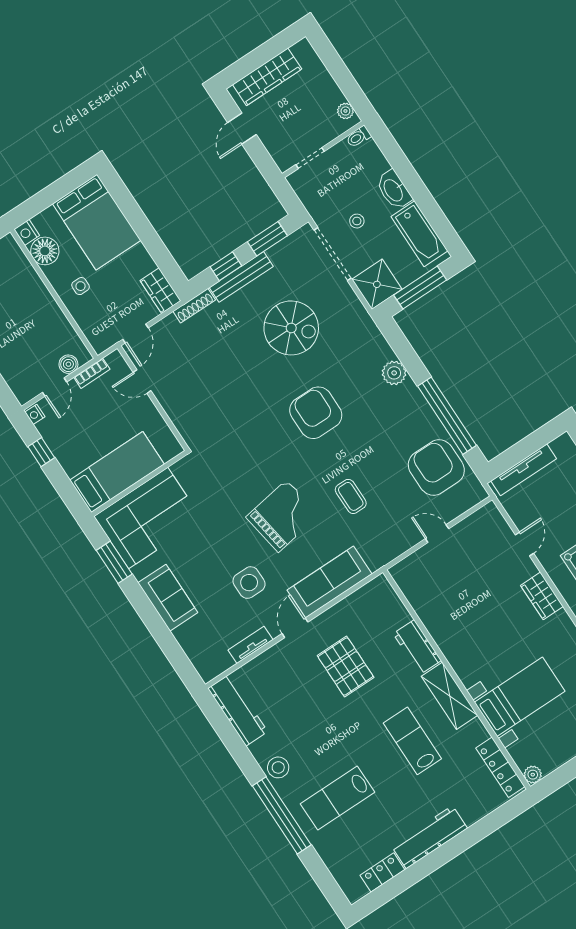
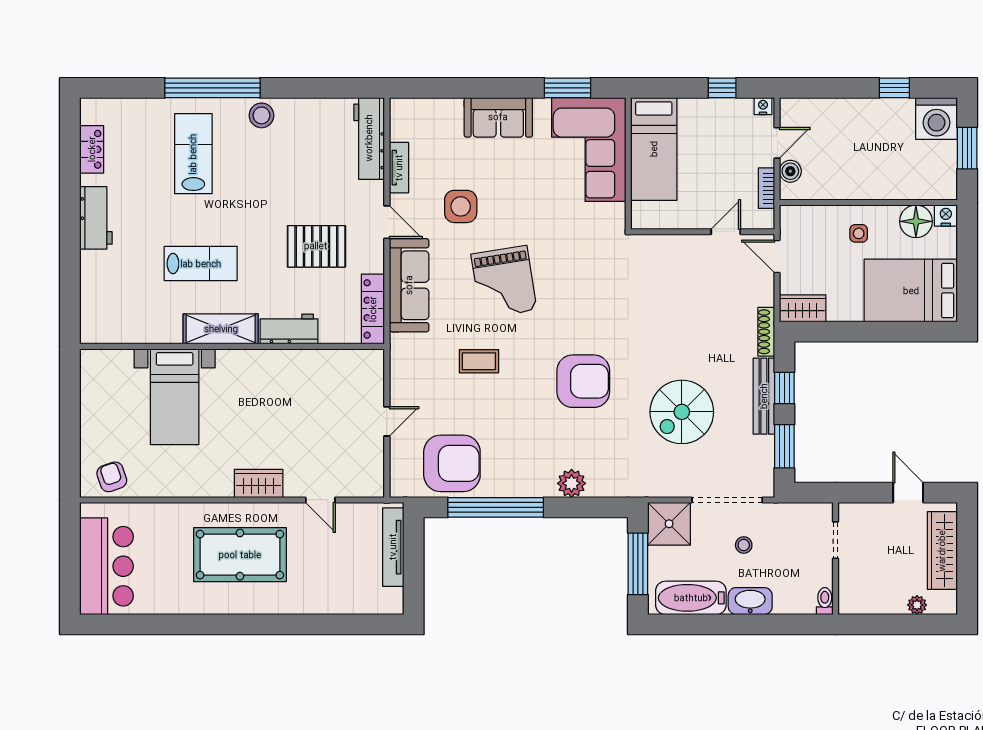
plant: (345, 111) -> (917, 605), moved
door: (55, 387) -> (777, 143), swing flipped
workbench: (238, 710) -> (369, 138), moved, turned 90
locker: (500, 767) -> (373, 309), moved, turned -90
plant: (533, 775) -> (90, 359), removed
workbench: (429, 837) -> (96, 218), width x0.73

